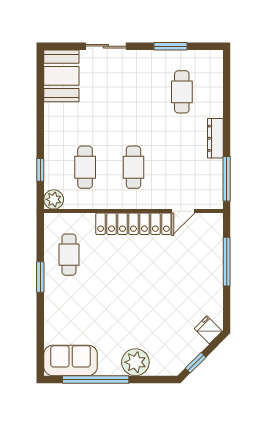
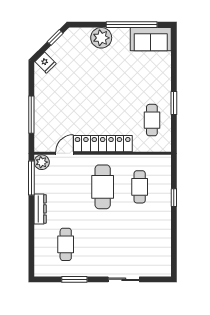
booth: (61, 76) -> (158, 257), removed
cafe table: (133, 167) -> (103, 187), width x1.37, depth x1.35
window: (40, 170) -> (174, 198), moved
plant: (54, 199) -> (42, 162), moved

